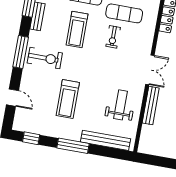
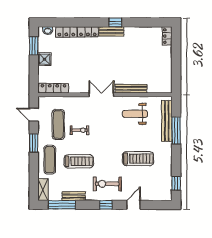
window: (21, 52) -> (106, 205), width x0.46
exercise bike: (45, 58) -> (107, 184), turned -90
door: (12, 98) -> (134, 205), moved
window: (73, 146) -> (176, 130), moved

